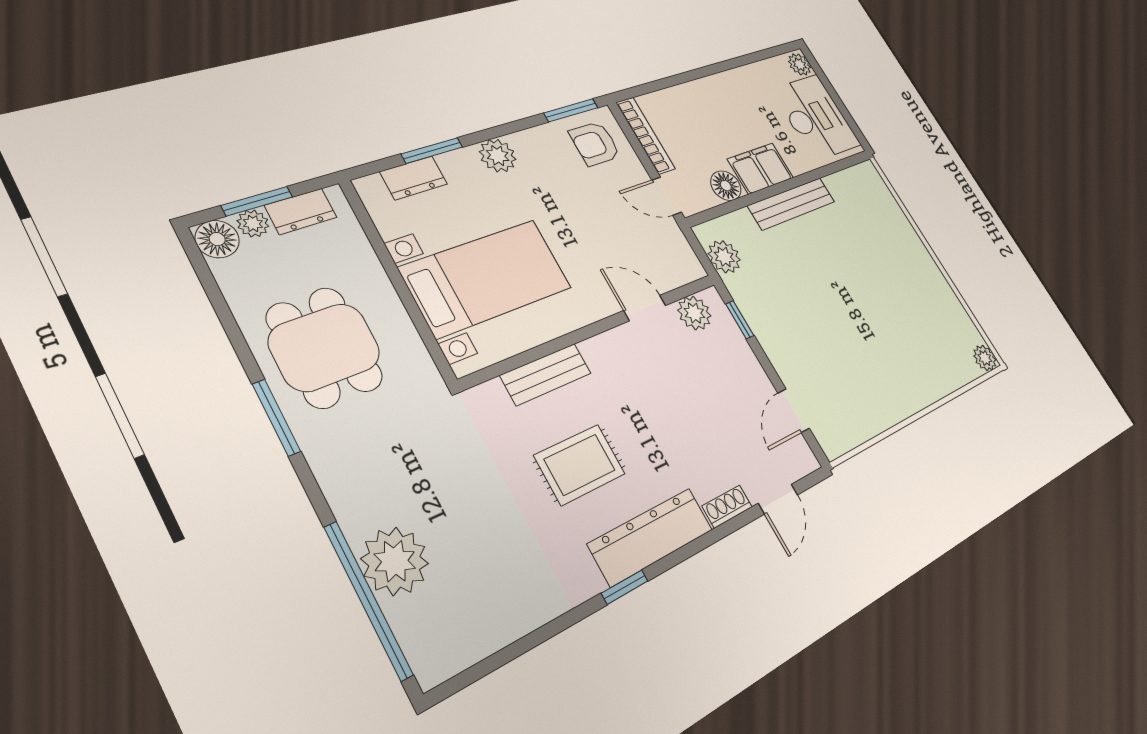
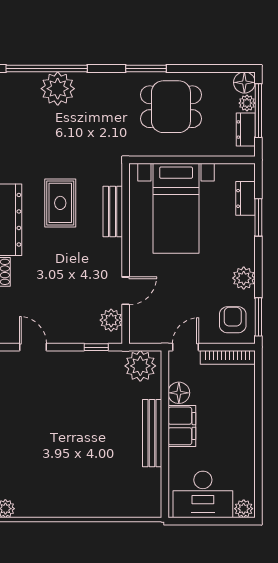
plant: (498, 156) -> (244, 278), moved
window: (257, 201) -> (258, 111), width x1.44
plant: (724, 257) -> (140, 366), width x1.36, depth x1.36

